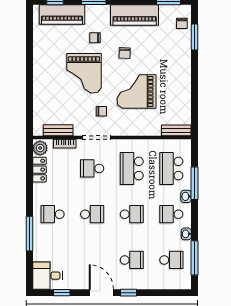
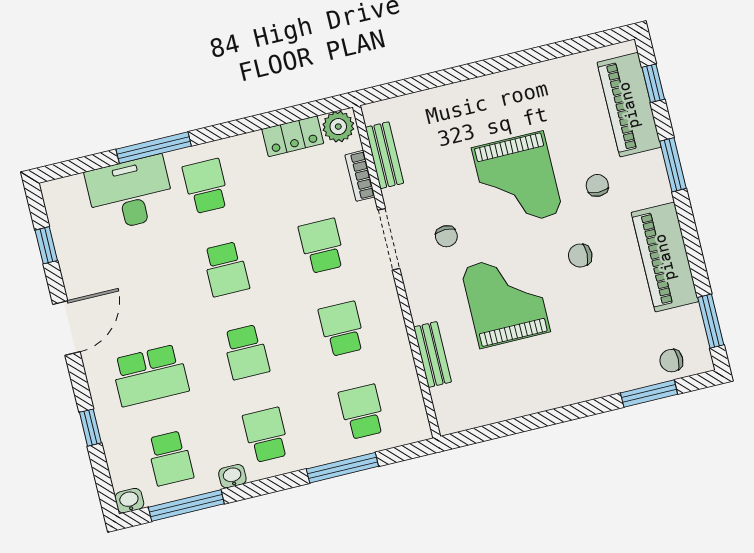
grand piano: (84, 73) -> (517, 180), turned -90
bench: (176, 130) -> (433, 354), moved
school desk: (132, 168) -> (342, 329), width x0.54
school desk: (171, 168) -> (362, 412), width x0.54
washbasin: (186, 196) -> (129, 501), moved
school desk: (132, 260) -> (150, 375), width x1.85
desk: (48, 276) -> (130, 193), moved, width x1.37
window: (128, 293) -> (90, 428), moved

